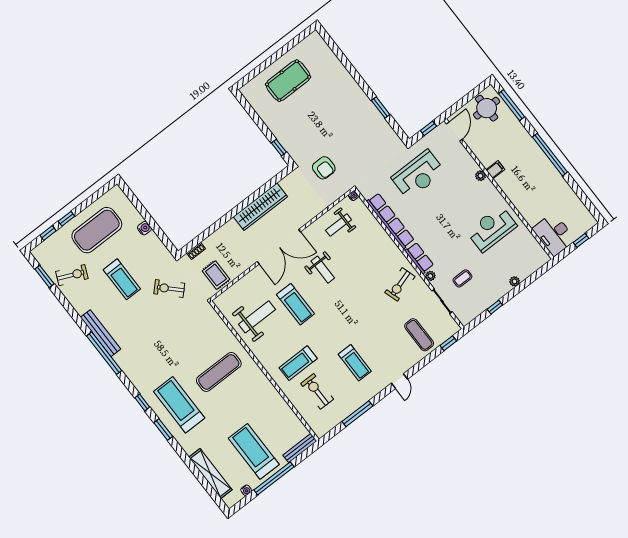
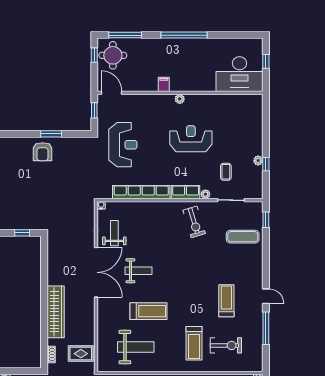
window: (475, 92) -> (94, 55), added
armchair: (324, 168) -> (43, 152), moved, turned 90
plant: (480, 176) -> (180, 99), moved
wardrobe: (260, 207) -> (56, 312), moved
weight bench: (339, 225) -> (114, 233), turned 180
reception desk: (492, 229) -> (191, 139), moved, turned 90
desk: (554, 234) -> (239, 74), width x1.36, depth x1.30
double door: (279, 247) -> (96, 272), moved
plant: (515, 281) -> (258, 161), moved
weight bench: (257, 317) -> (136, 347), turned 90
treadmill: (355, 363) -> (226, 301), turned -90
door: (399, 381) -> (266, 296), moved
exercise bike: (317, 391) -> (226, 345), turned 180

